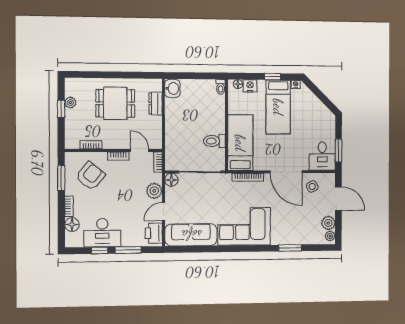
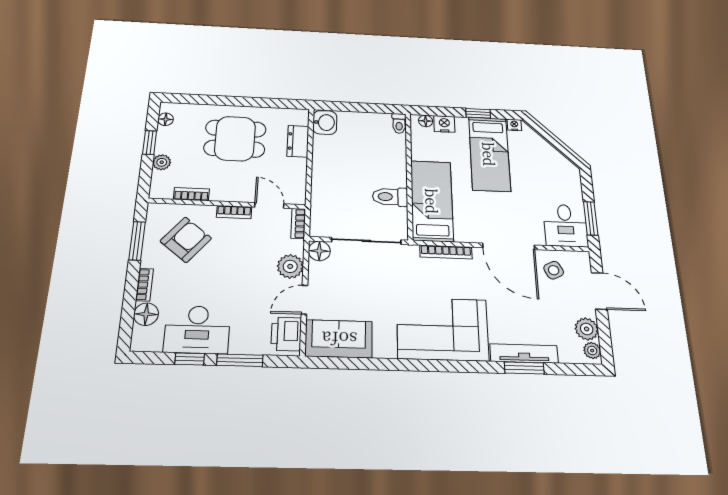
floor lamp: (69, 91) -> (166, 119), added
plant: (70, 103) -> (162, 162), moved
sofa: (191, 235) -> (339, 339), width x0.73
tv unit: (291, 239) -> (524, 353), added

